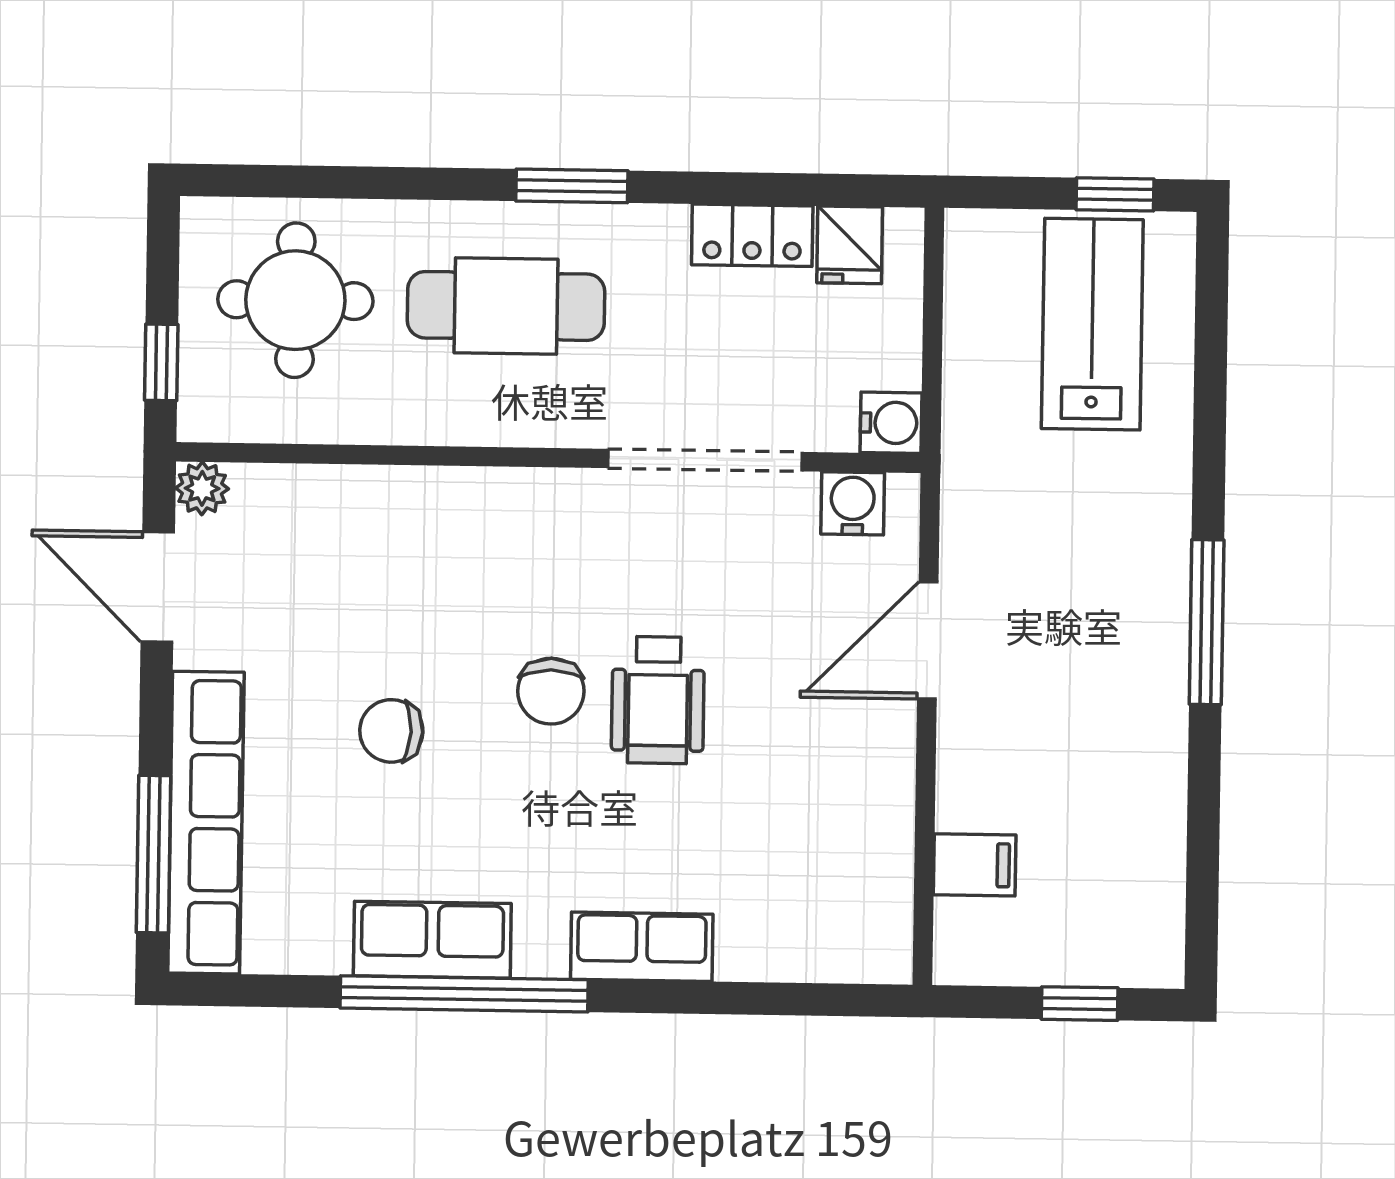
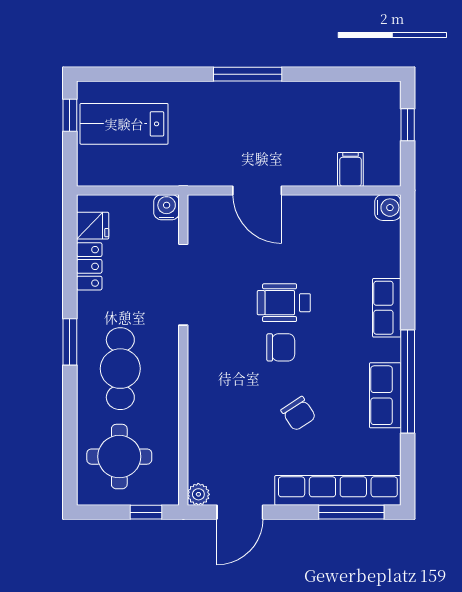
water cooler: (853, 503) -> (388, 208), moved, turned 180
wheelchair: (658, 700) -> (284, 303), turned 180
chair: (391, 731) -> (298, 414), turned -35

